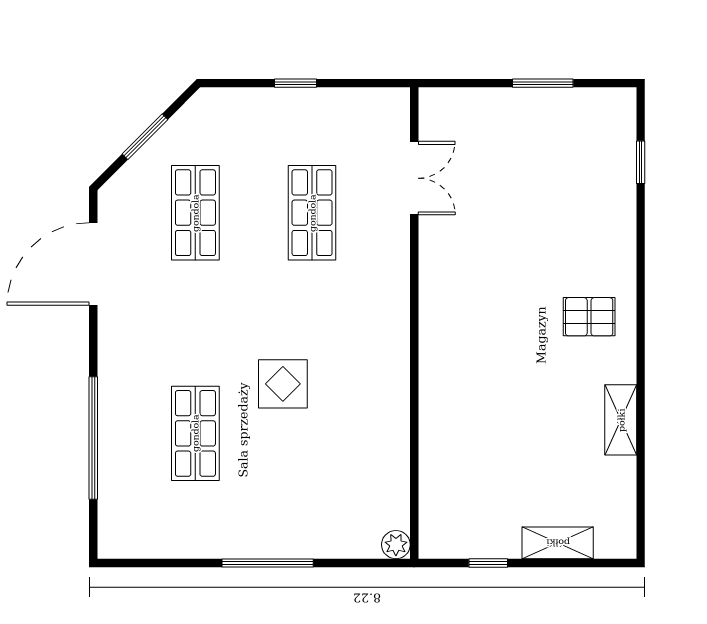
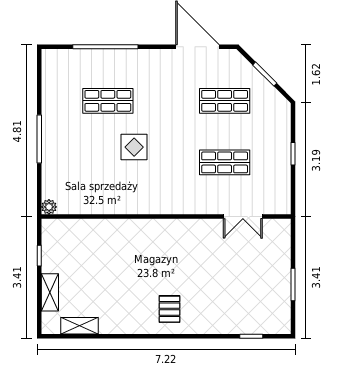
shelving: (621, 420) -> (80, 326), moved

